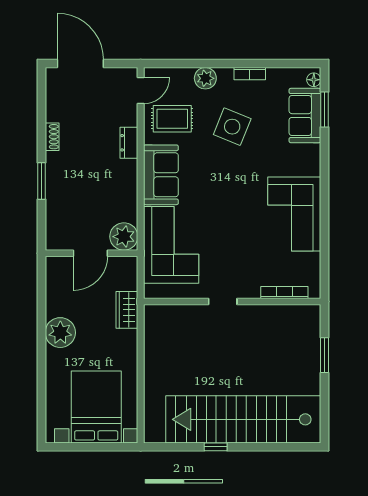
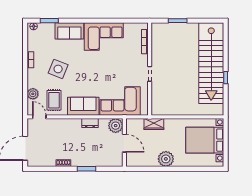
plant: (205, 78) -> (33, 94), moved
sofa: (305, 116) -> (69, 31), moved
dresser: (129, 143) -> (90, 123), moved

